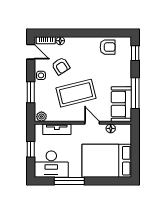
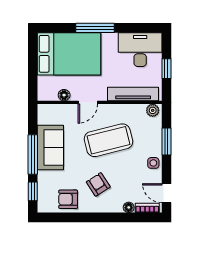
armchair: (61, 66) -> (98, 184), moved
window: (135, 93) -> (33, 155), moved
sofa: (121, 104) -> (50, 147), moved
door: (92, 123) -> (88, 102), hinge flipped
tv unit: (57, 129) -> (133, 94), width x1.41
window: (69, 181) -> (95, 28), moved

